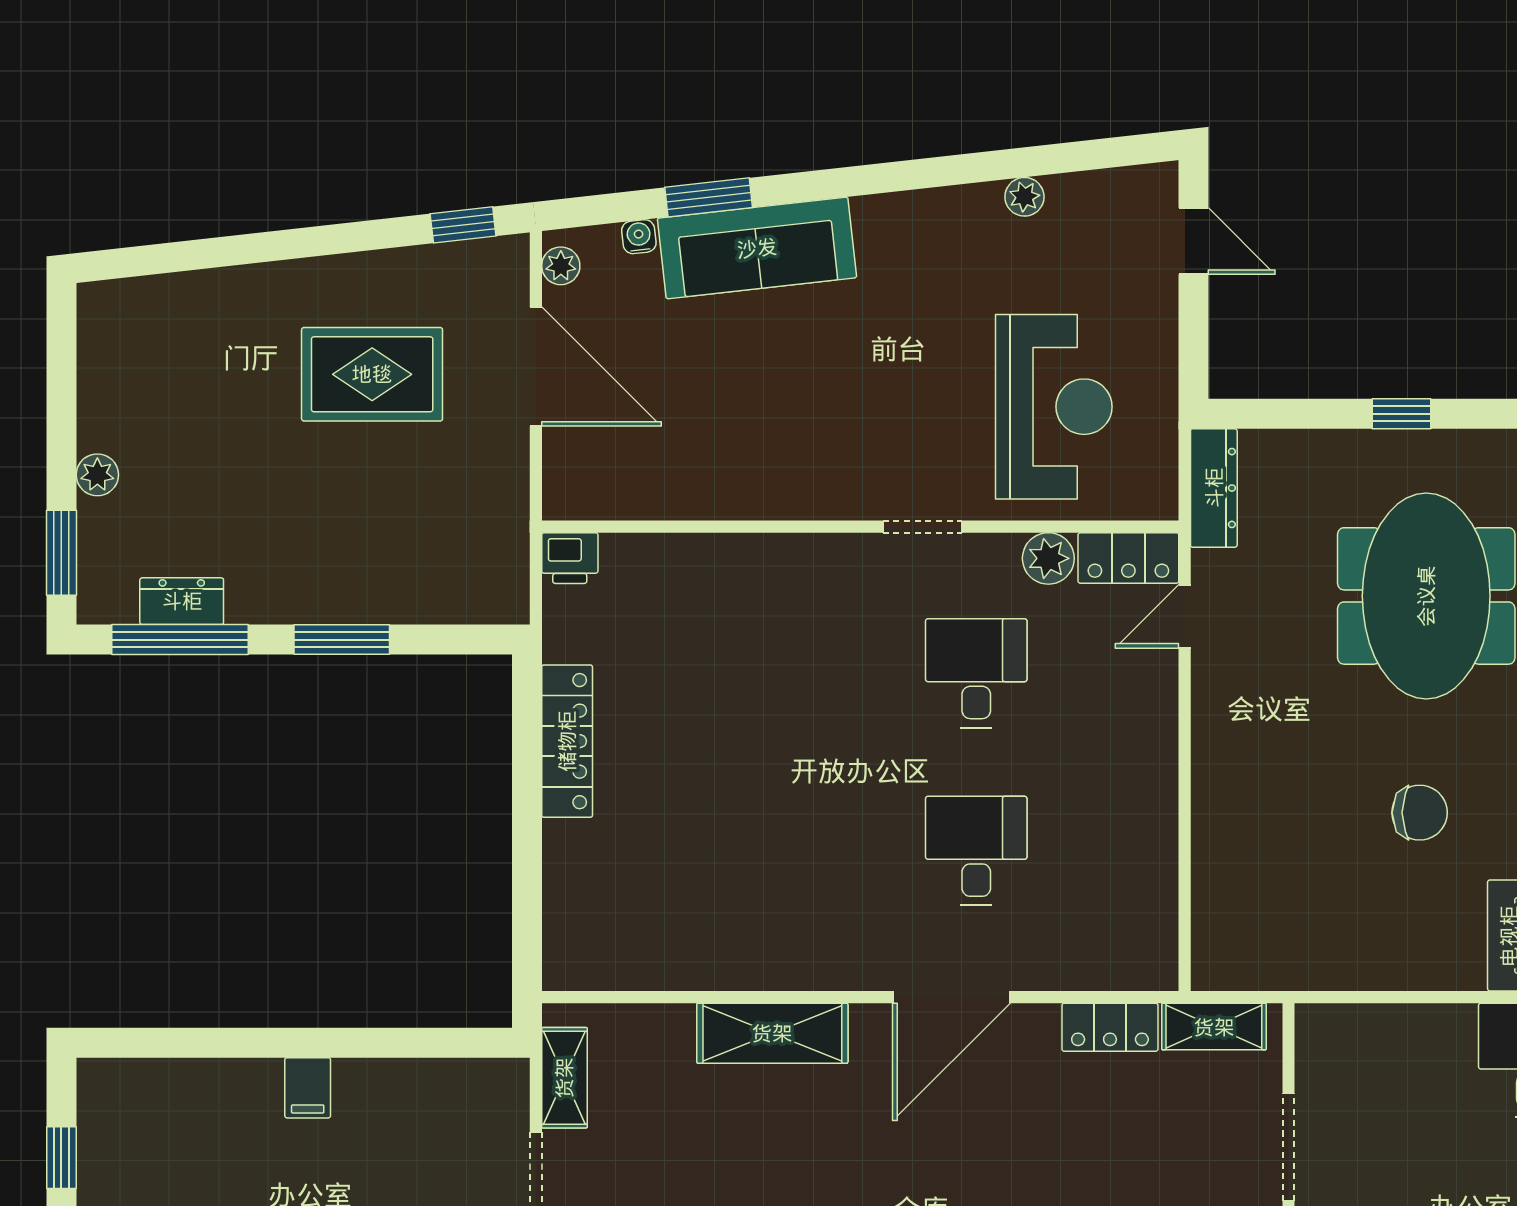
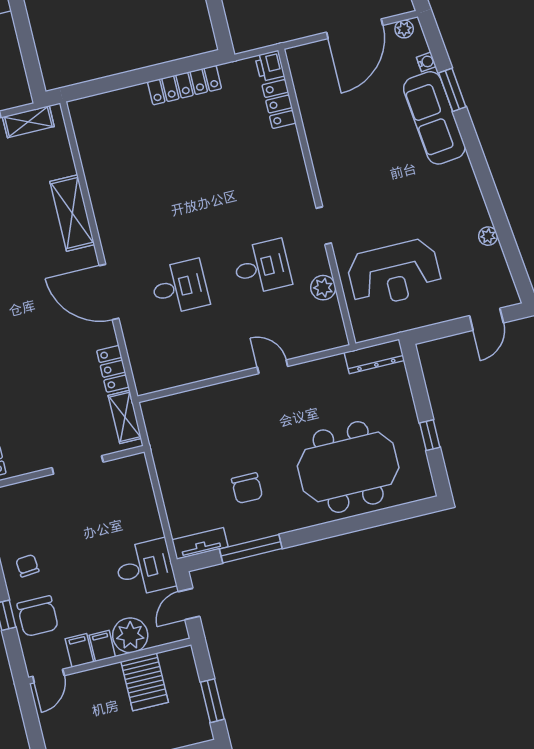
locker: (1128, 558) -> (279, 104), moved
door: (1185, 616) -> (273, 367), moved

